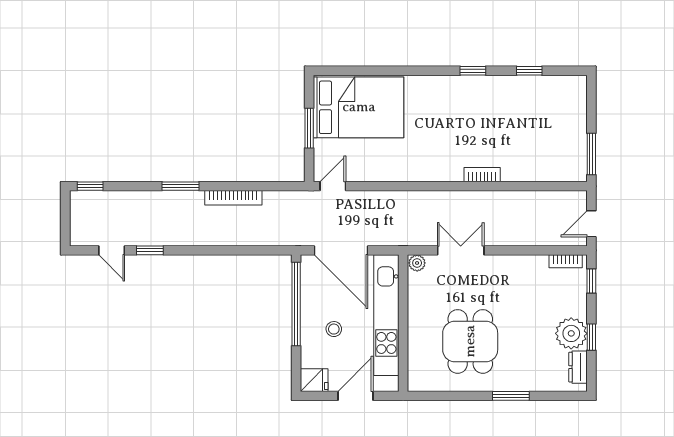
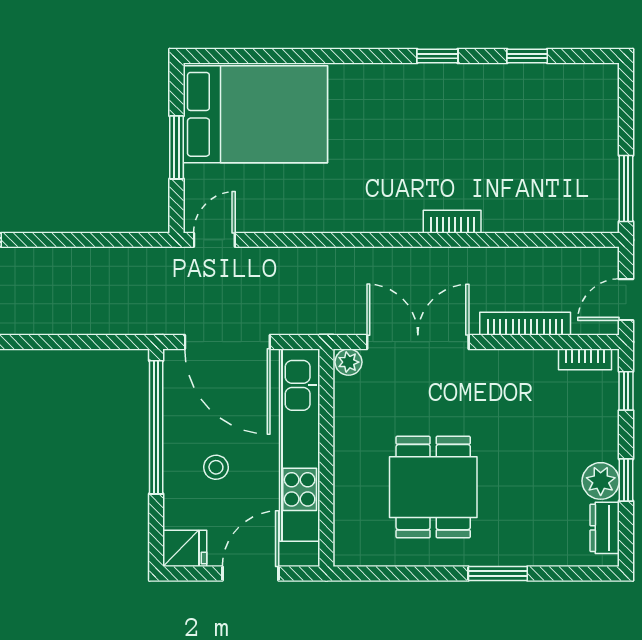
bookcase: (233, 198) -> (525, 324), moved, turned 180
double door: (461, 250) -> (418, 342), width x1.37
plant: (571, 333) -> (601, 481), width x0.73, depth x0.73

